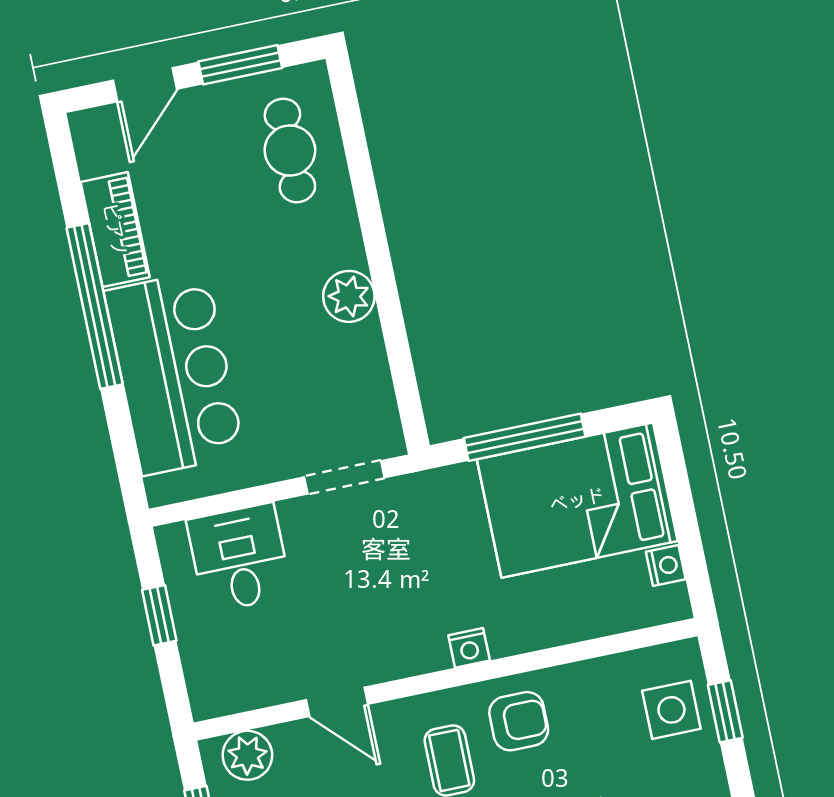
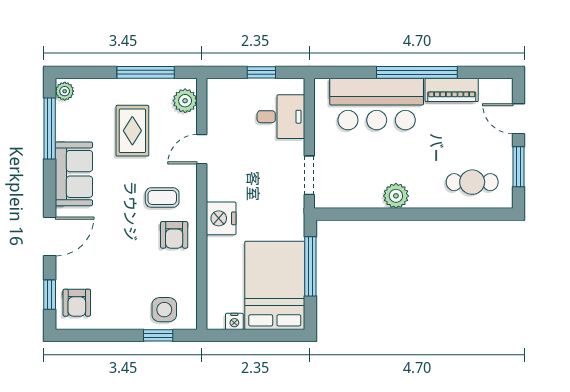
nightstand: (469, 648) -> (221, 218), width x1.89, depth x1.79

